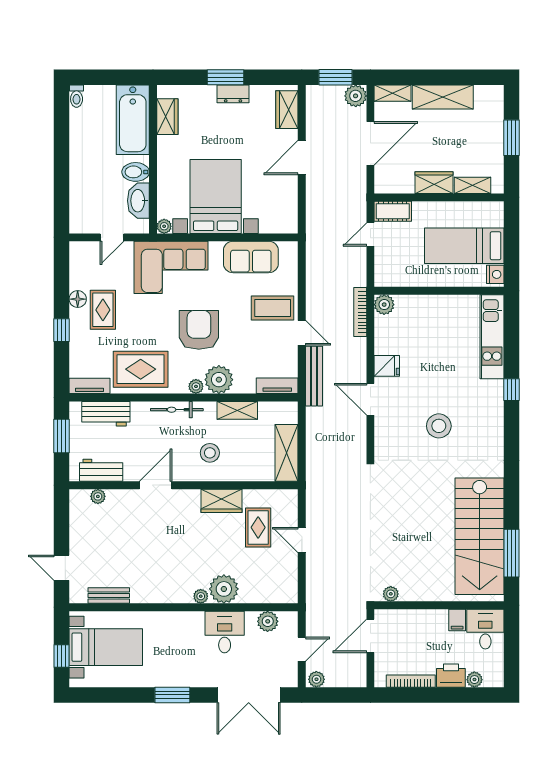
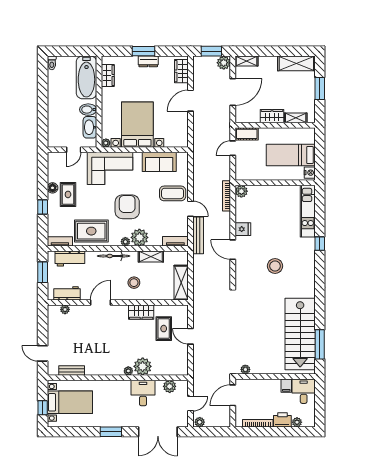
shelving: (443, 97) -> (296, 63), moved

